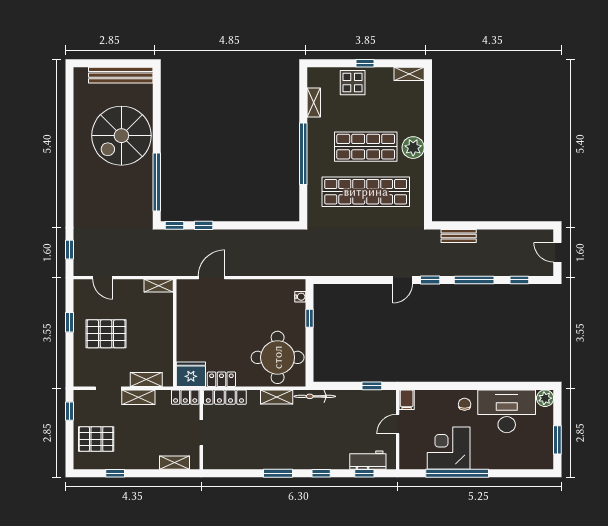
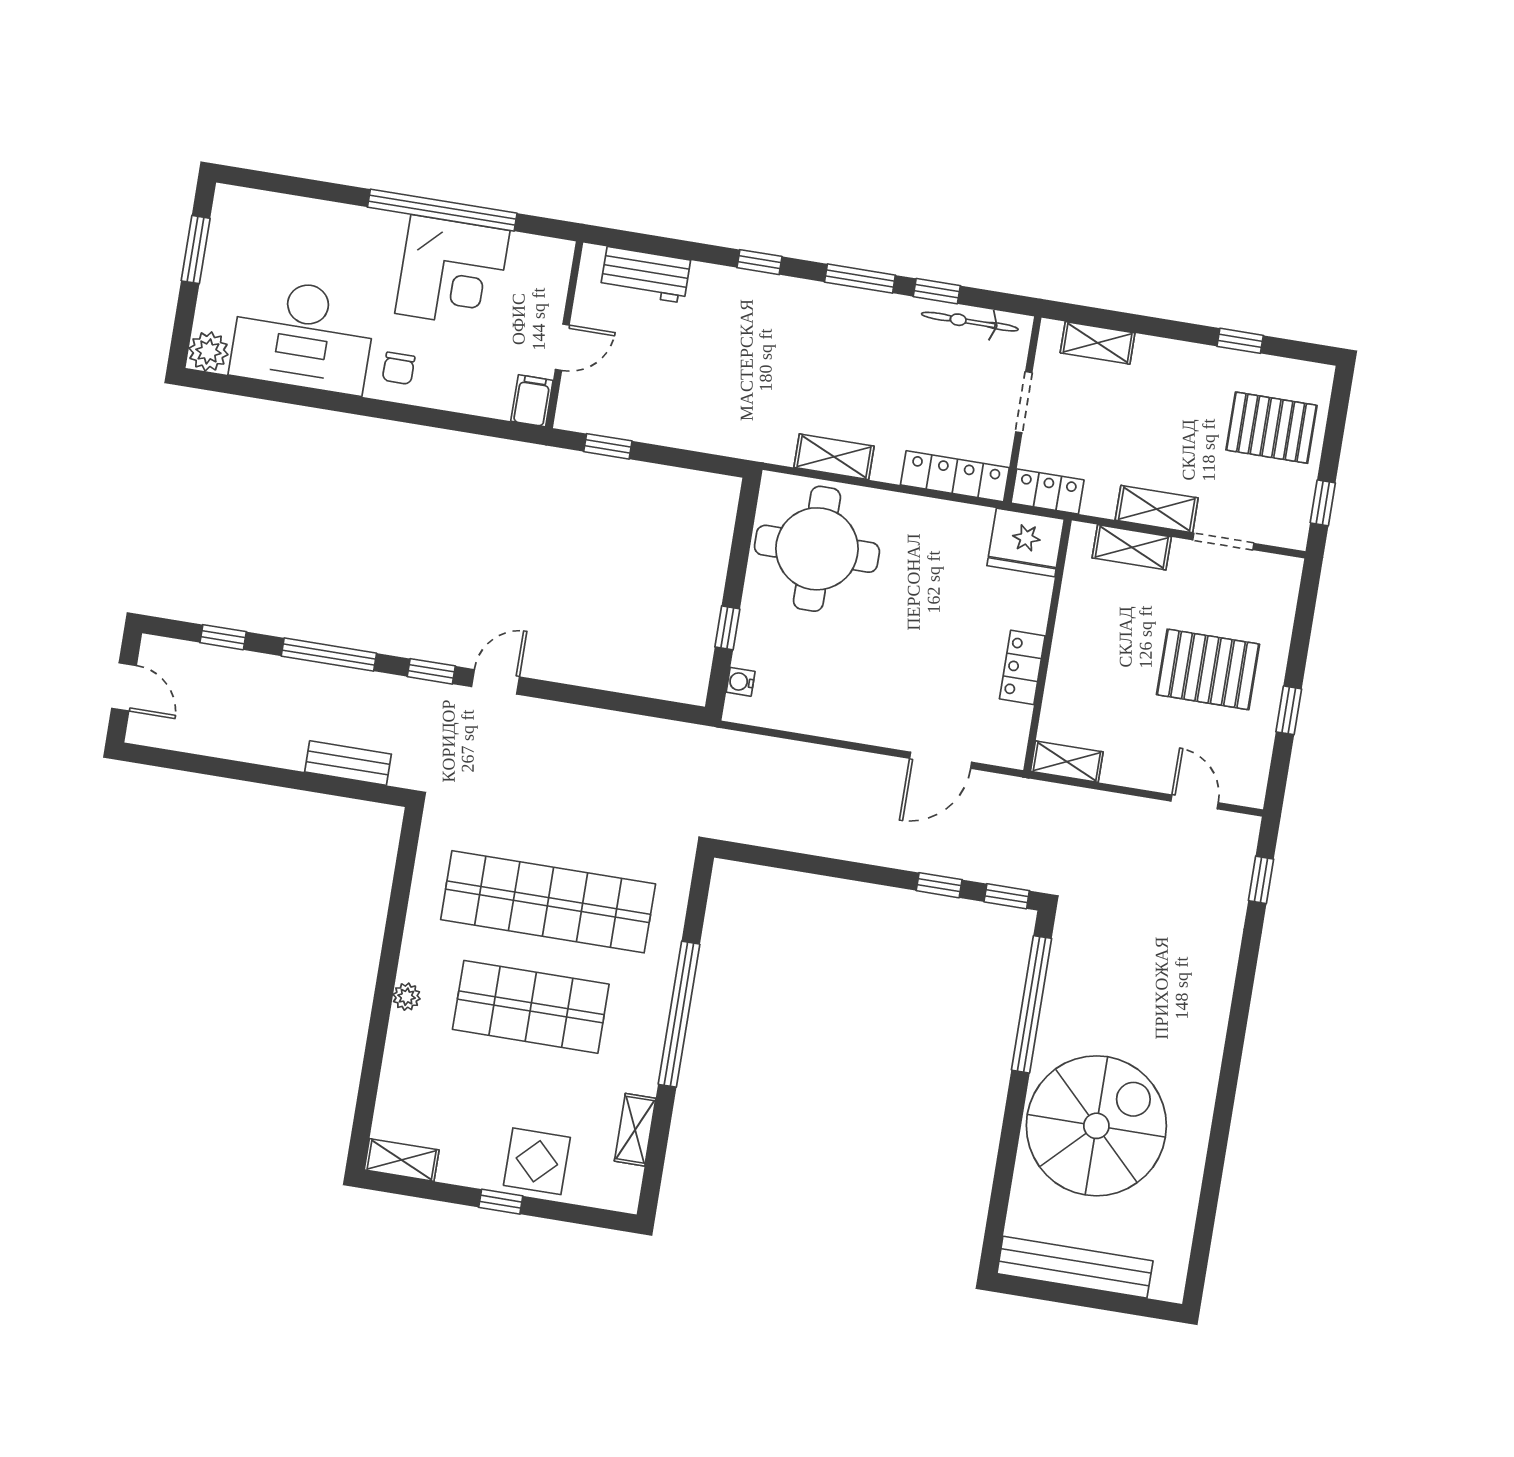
plant: (413, 148) -> (407, 997), width x0.53, depth x0.53
locker: (221, 379) -> (1022, 667), moved, turned 90
bicycle: (315, 396) -> (970, 322), moved, turned 180
window: (364, 473) -> (937, 291), moved

